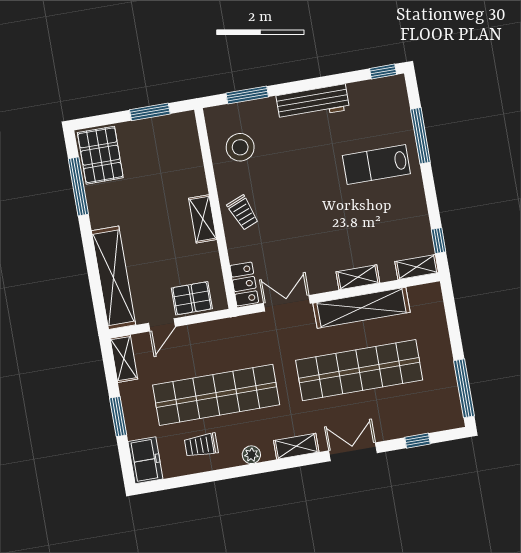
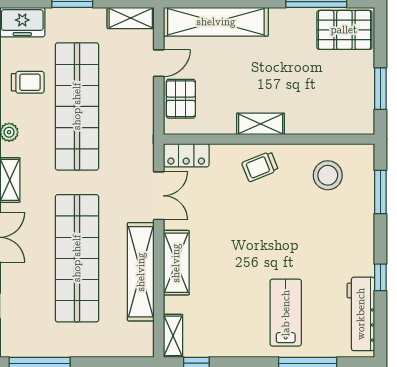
window: (383, 71) -> (380, 277), moved
workbench: (313, 103) -> (361, 314), moved
shelving: (358, 277) -> (176, 263), width x1.50, depth x1.33
door: (162, 325) -> (159, 63), swing flipped
trolley: (201, 445) -> (28, 82), turned 90

